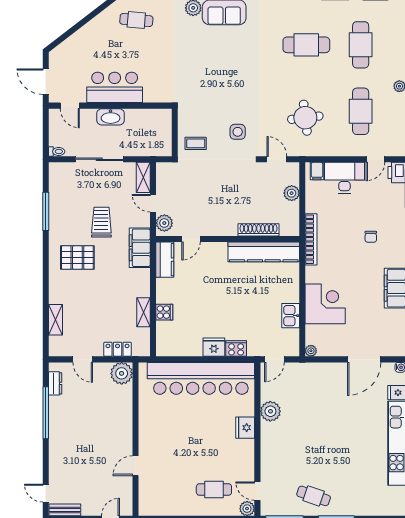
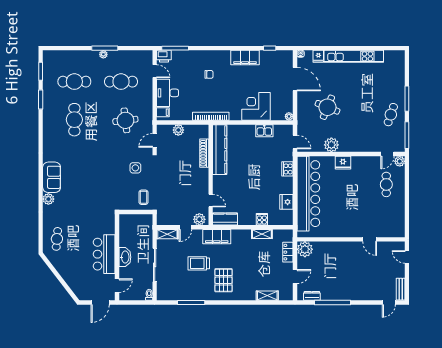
fridge: (214, 347) -> (286, 202), moved
round table: (324, 406) -> (327, 107), added

